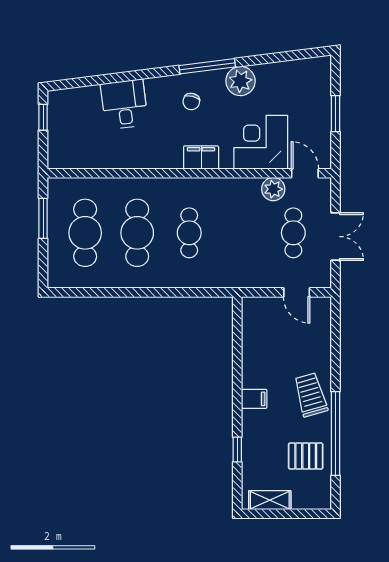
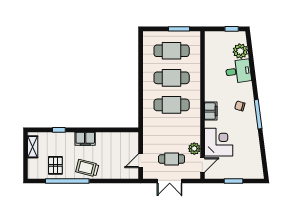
plant: (241, 81) -> (240, 51), moved
cafe table: (189, 233) -> (172, 105), width x1.37, depth x1.35
trolley: (311, 395) -> (87, 168), turned -150
filing cabinet: (254, 399) -> (85, 139), width x2.00

